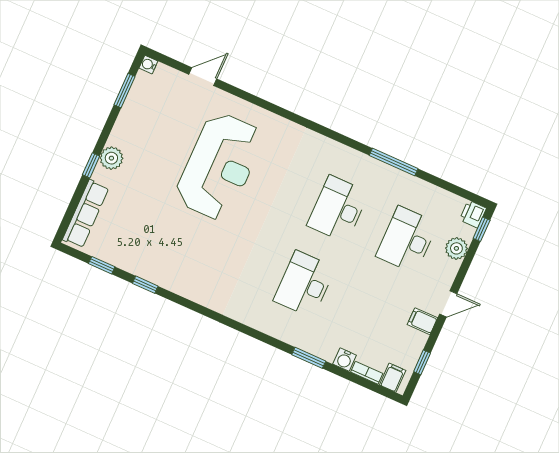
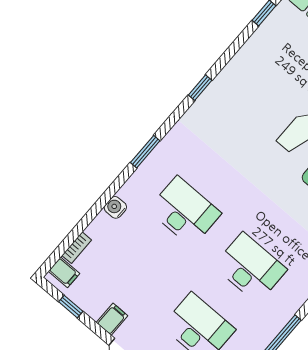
window: (145, 285) -> (200, 88), moved
window: (309, 358) -> (145, 152), moved
water cooler: (345, 360) -> (115, 207), moved

